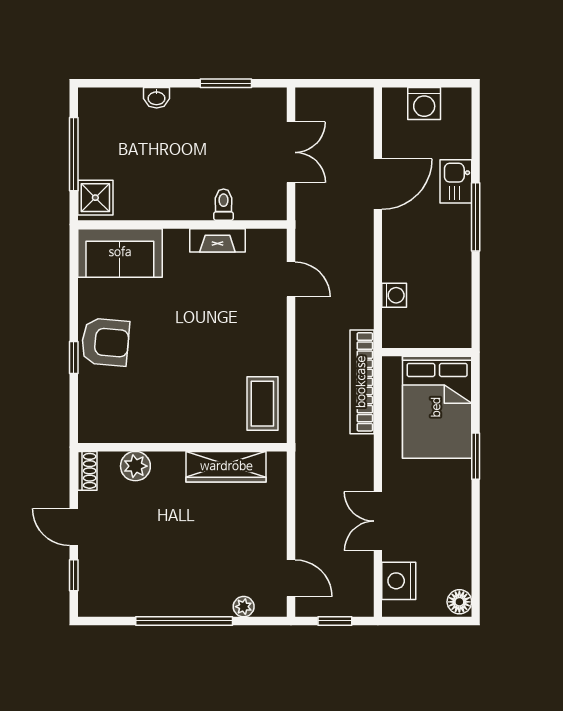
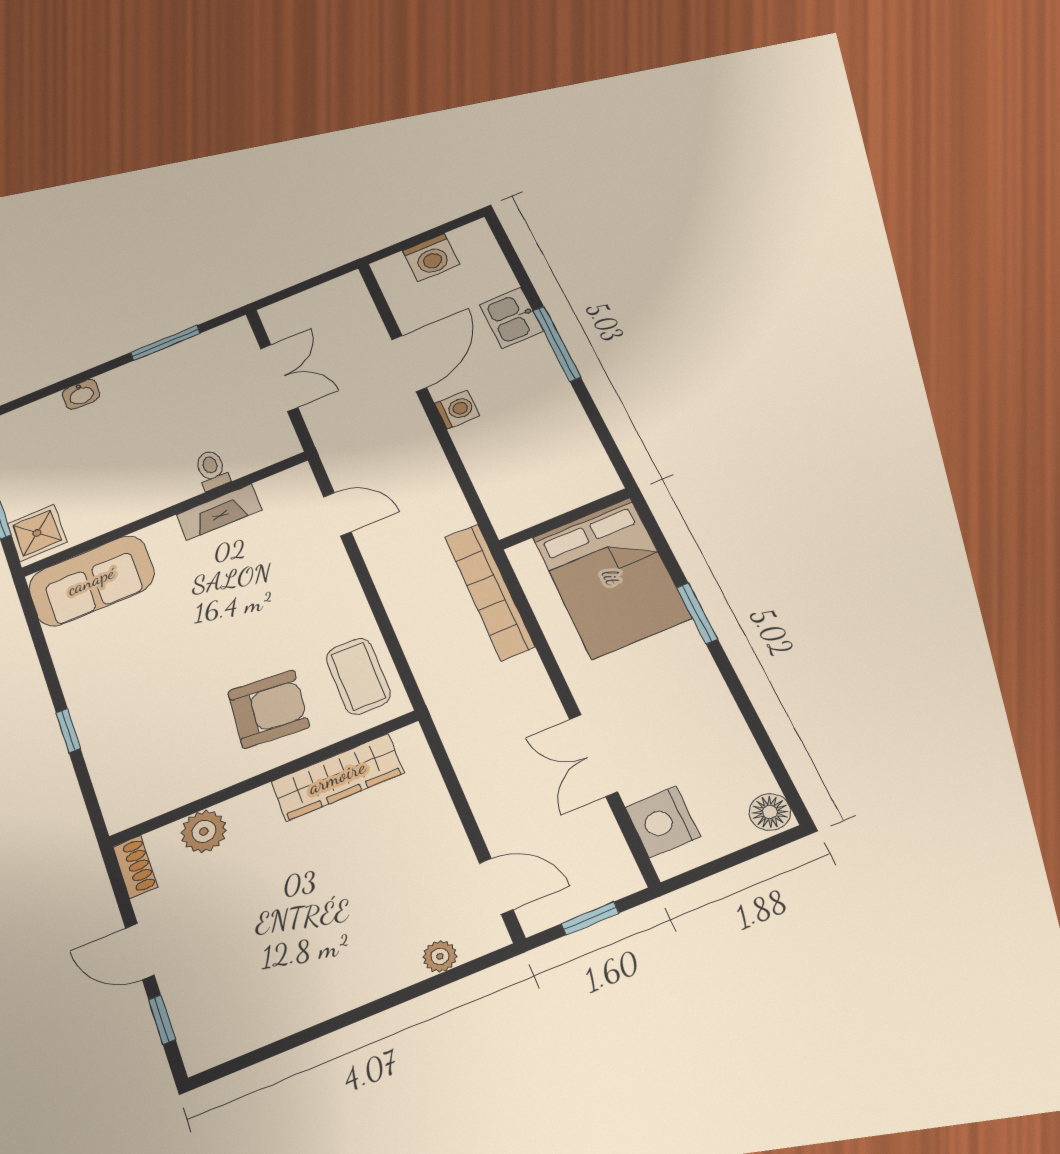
washing machine: (394, 295) -> (457, 410), moved
armchair: (105, 342) -> (269, 709), moved
window: (184, 621) -> (355, 1015), removed

